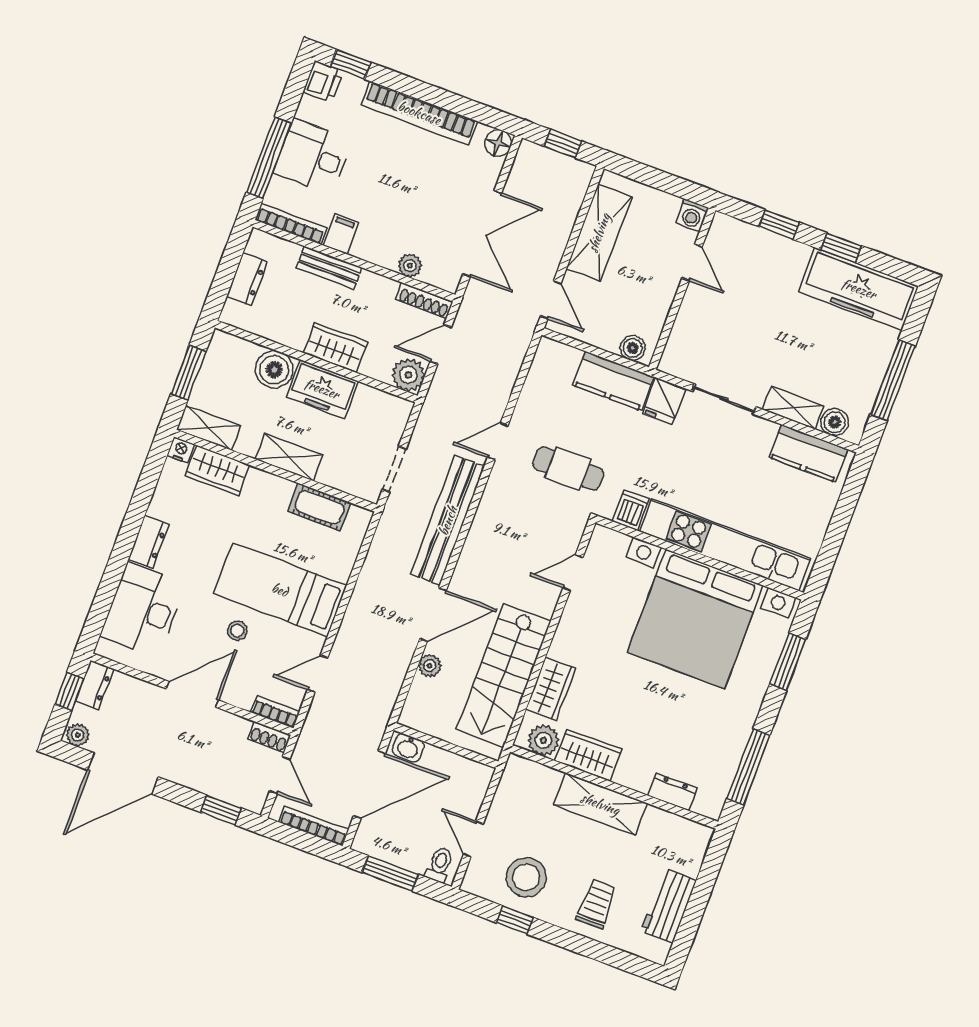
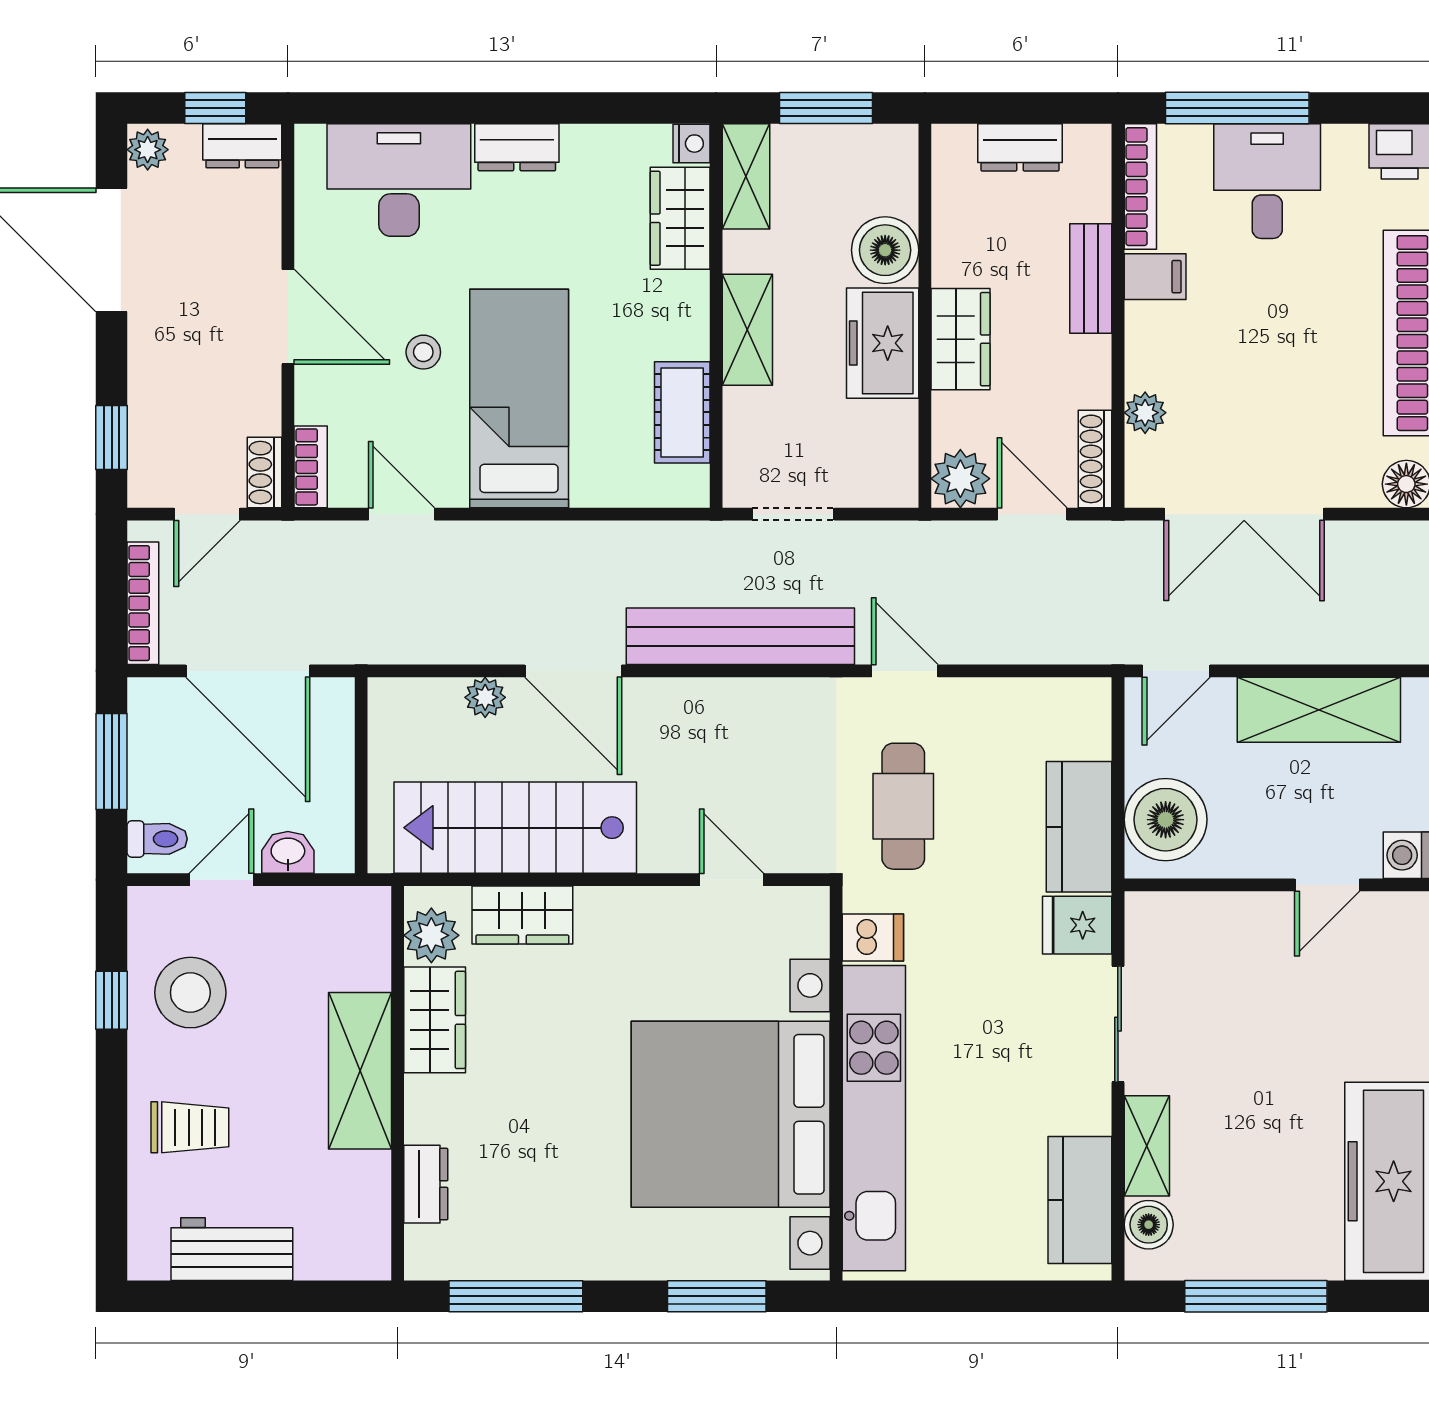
boiler: (633, 348) -> (1166, 820), width x1.86, depth x1.86
washbasin: (408, 748) -> (288, 852), moved, turned 90

